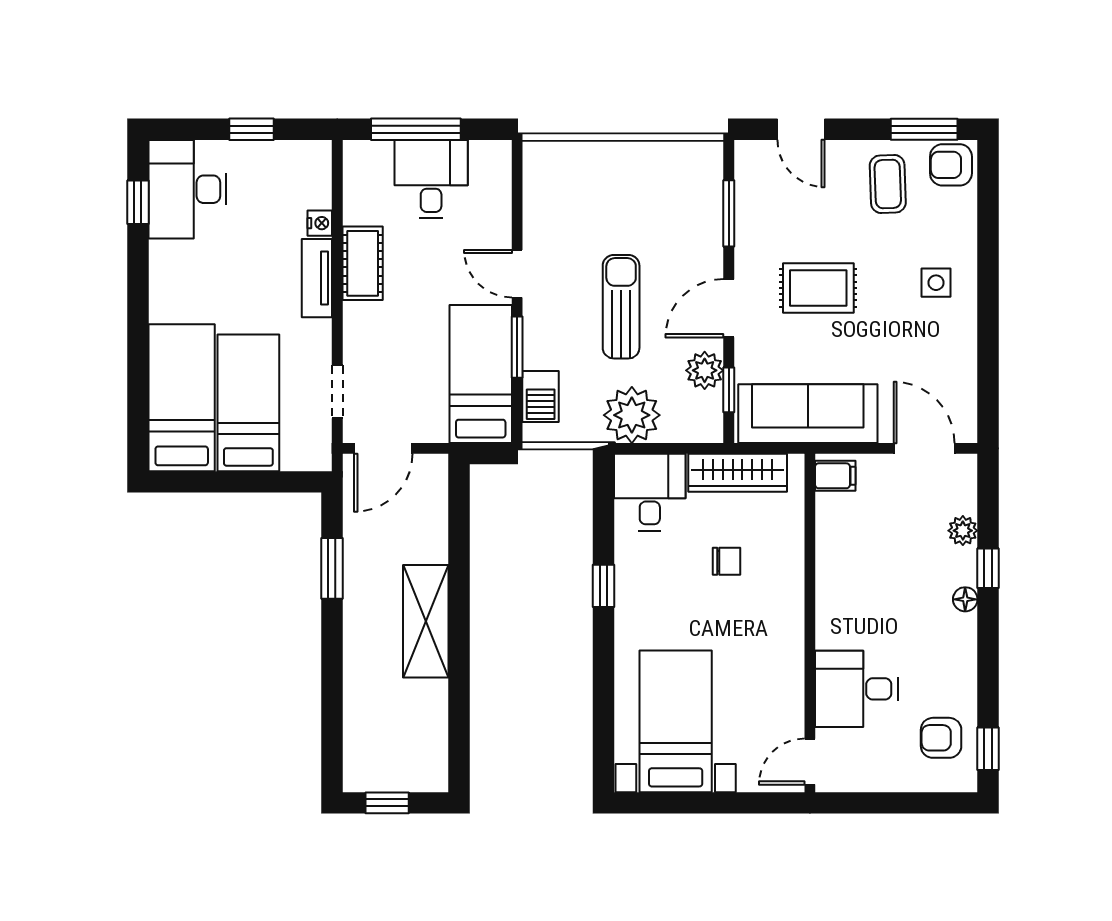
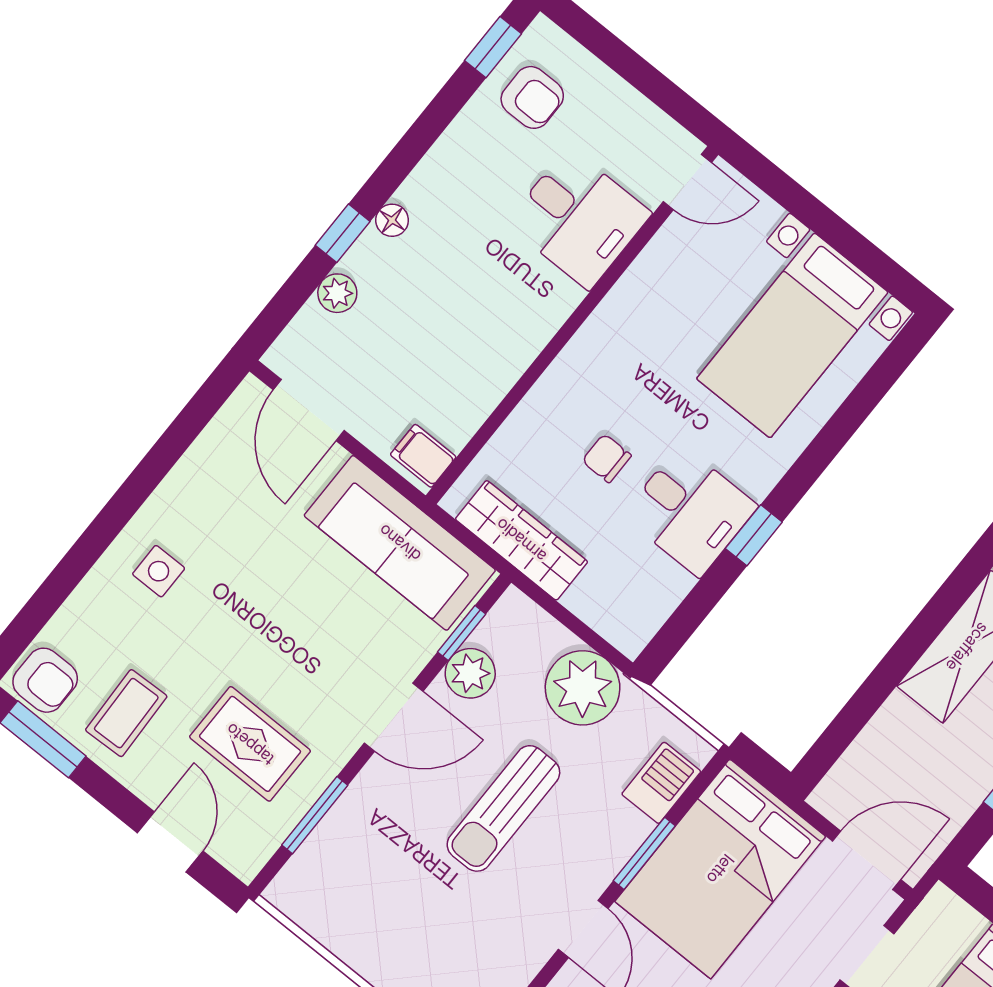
rug: (818, 288) -> (250, 744), moved
bed: (481, 374) -> (720, 869), width x1.50
desk: (650, 492) -> (690, 511), moved, turned -90

